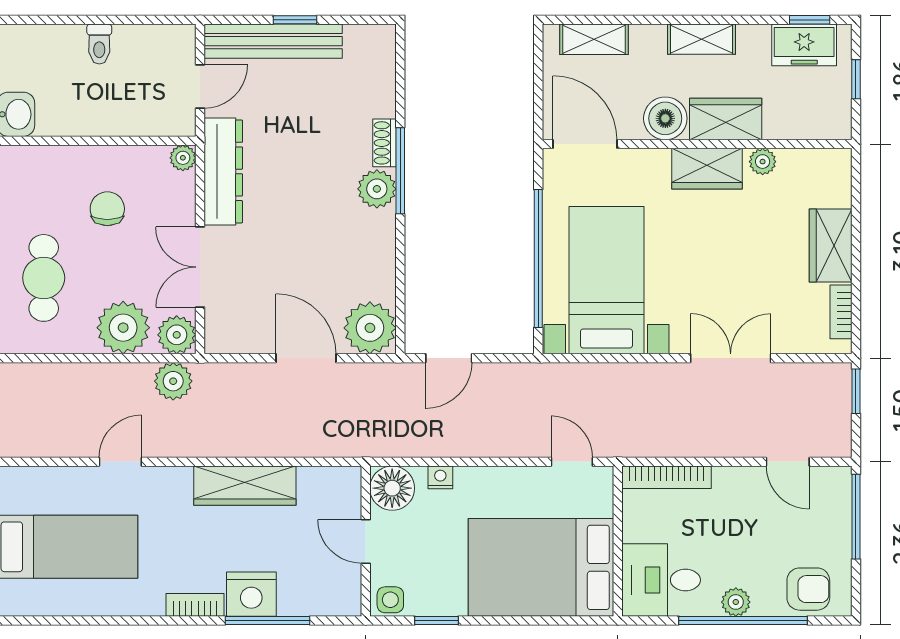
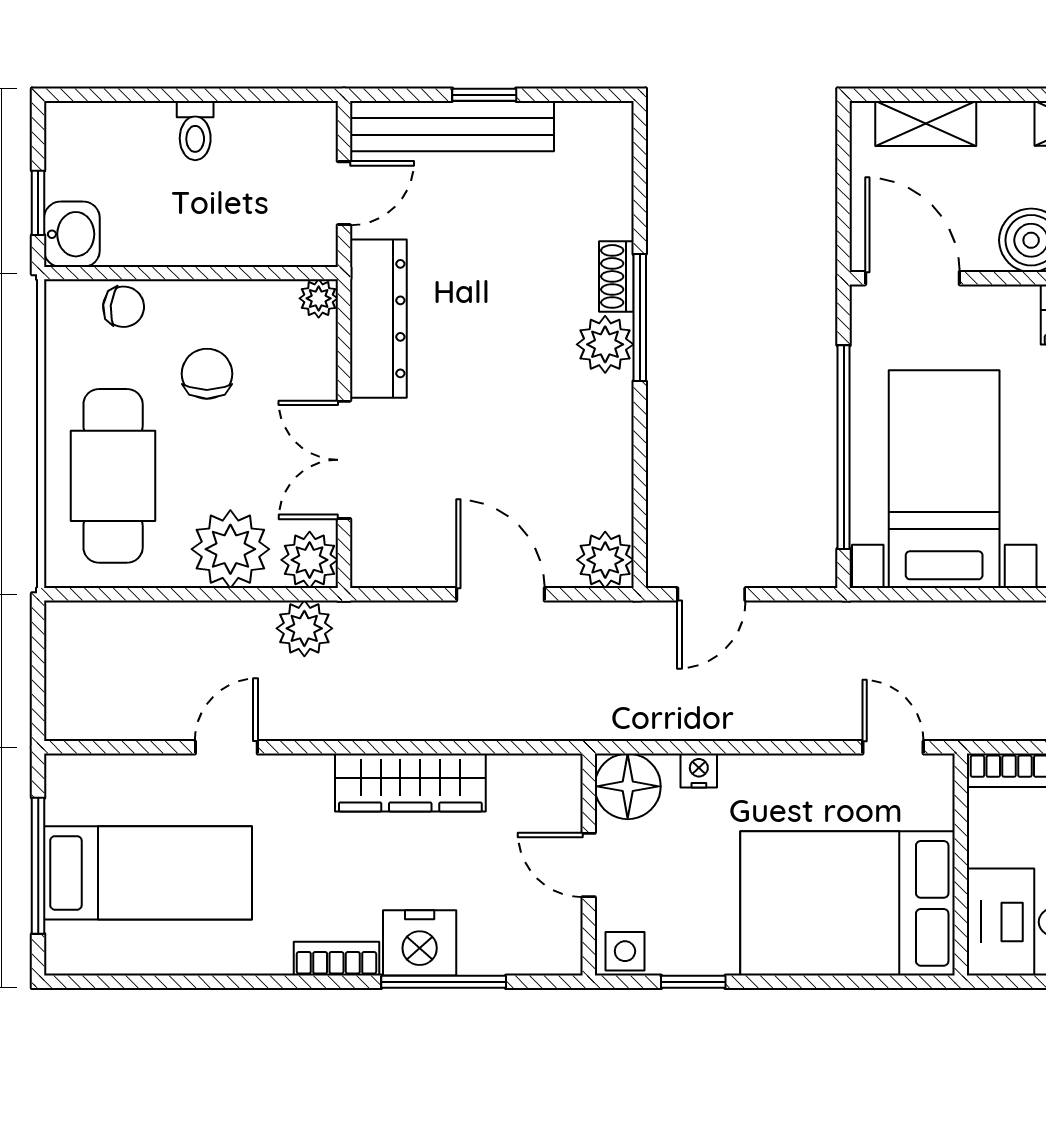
chair: (51, 163) -> (124, 307), added
cafe table: (44, 278) -> (113, 476), width x1.37, depth x1.35
plant: (370, 328) -> (605, 560), width x0.73, depth x0.73

